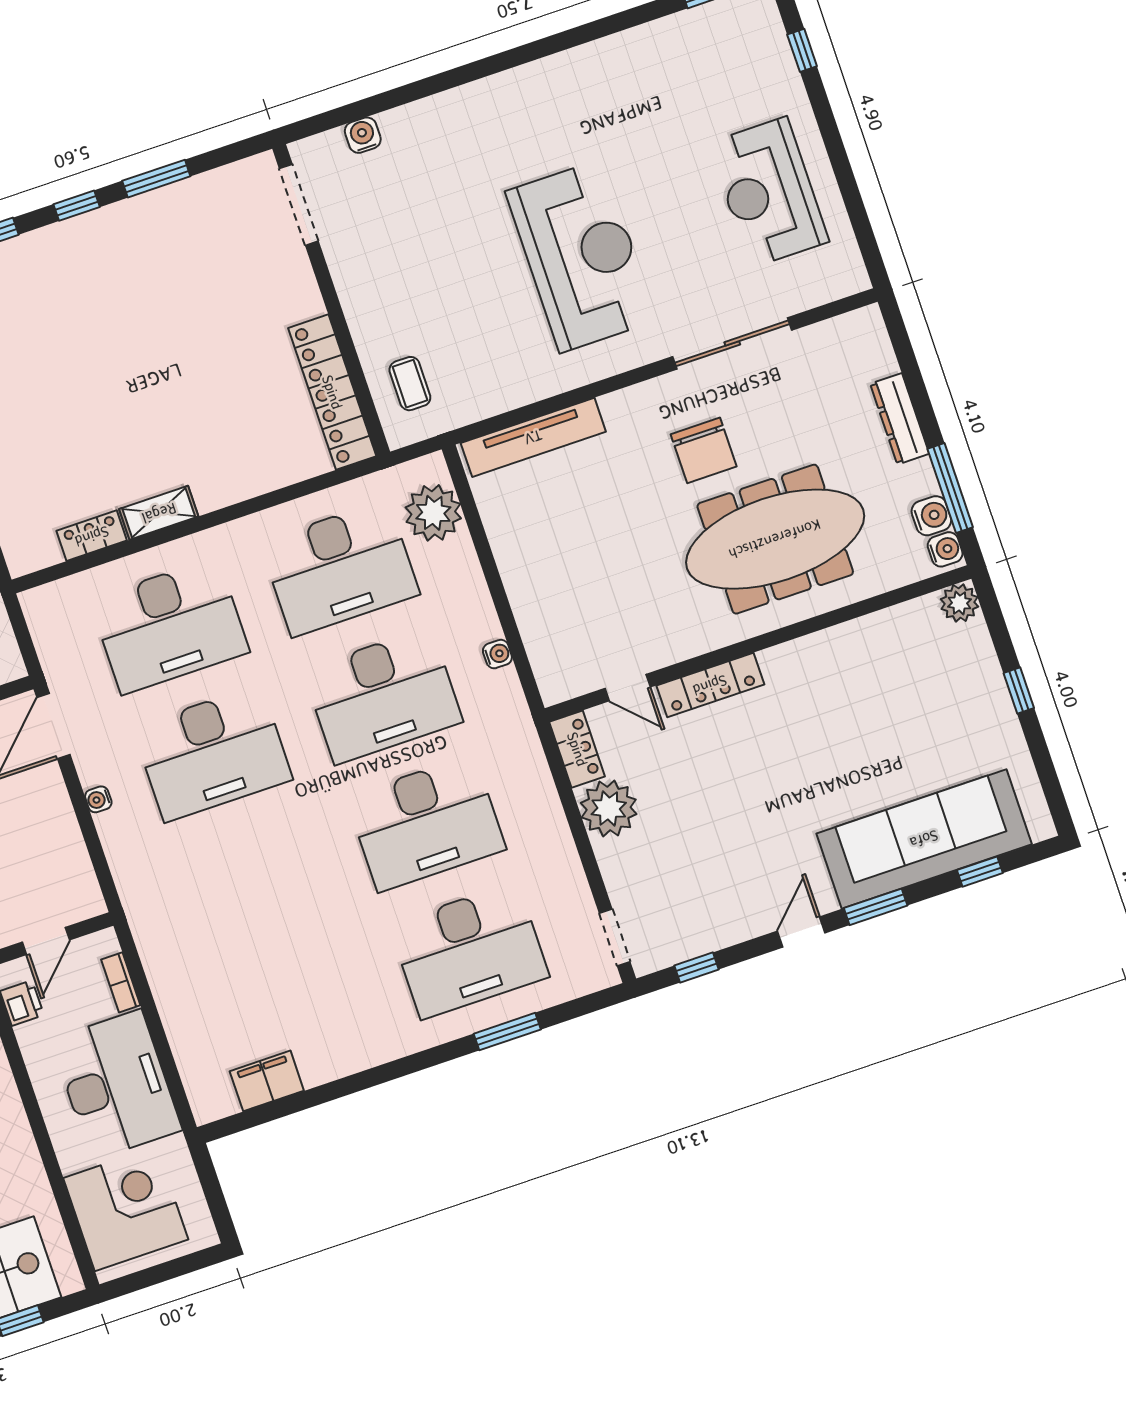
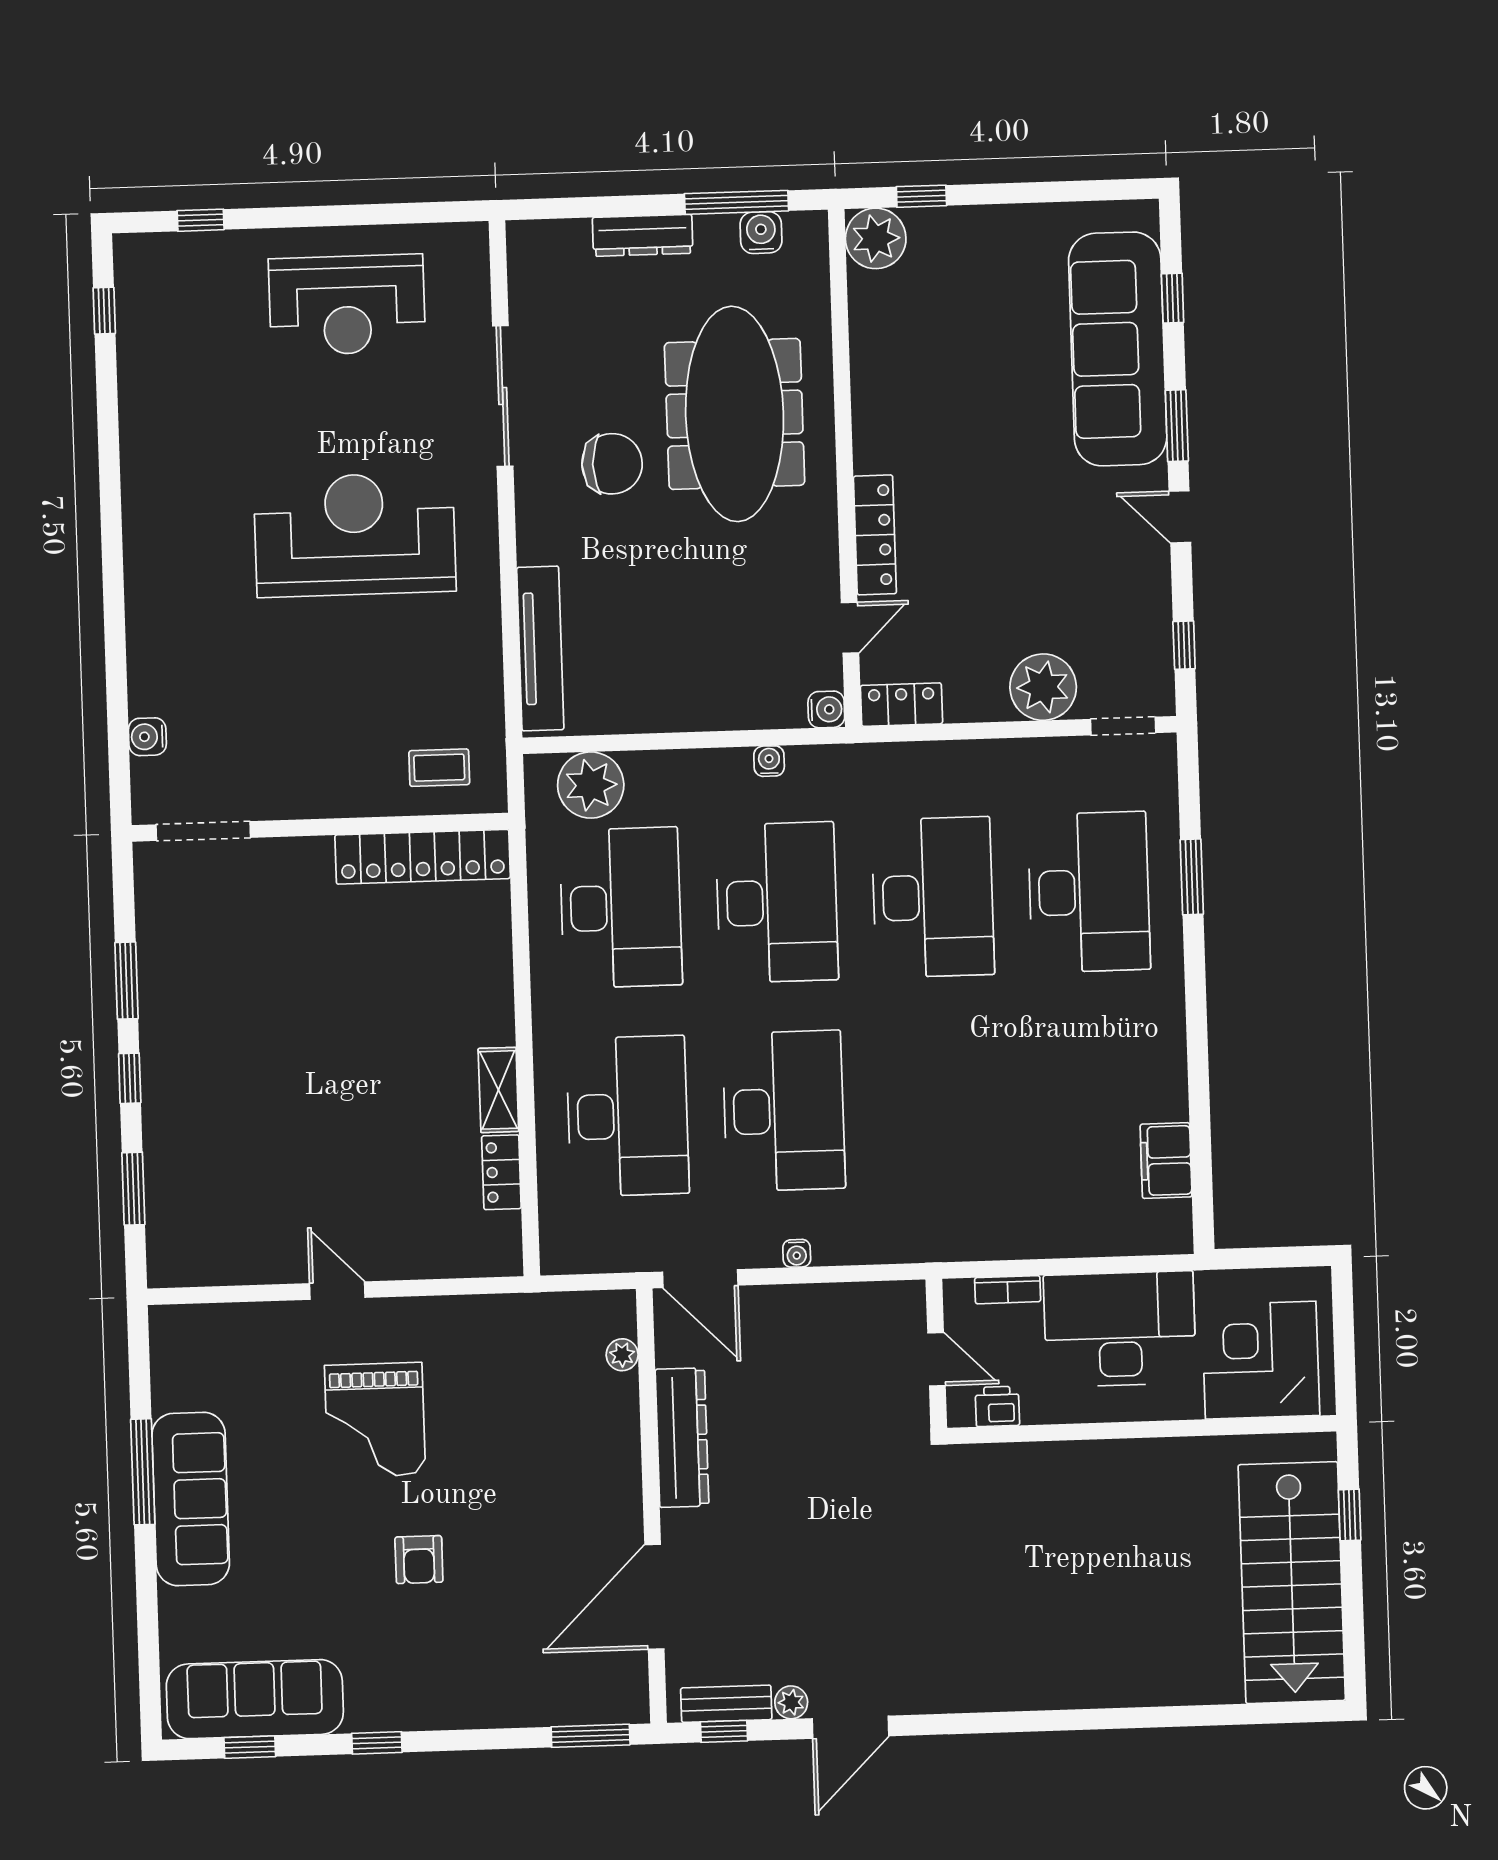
water cooler: (945, 549) -> (826, 709), moved, turned 90
plant: (960, 603) -> (876, 238), width x1.36, depth x1.36
window: (1019, 691) -> (921, 196), moved
plant: (609, 808) -> (1043, 687), moved

